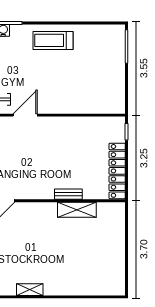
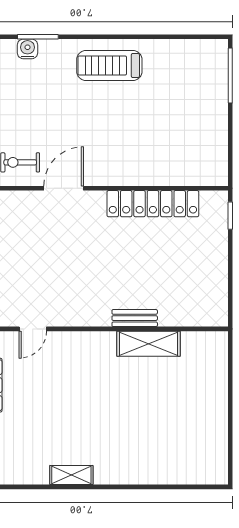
locker: (117, 171) -> (153, 204), moved, turned -90

